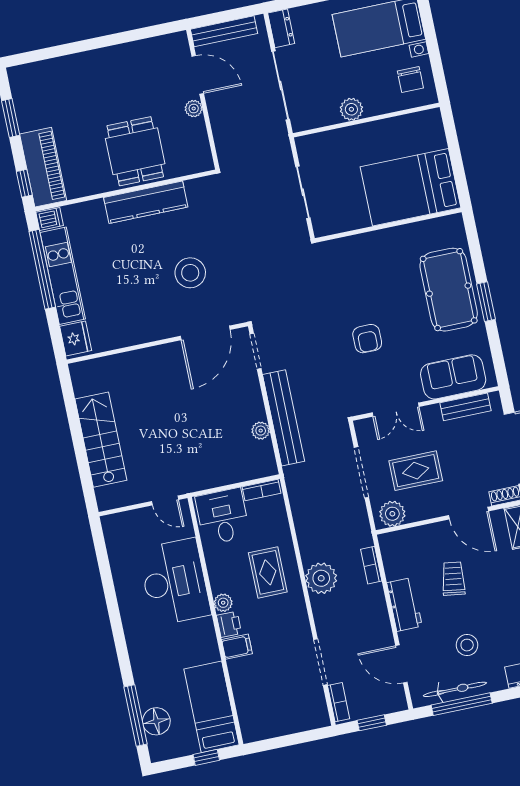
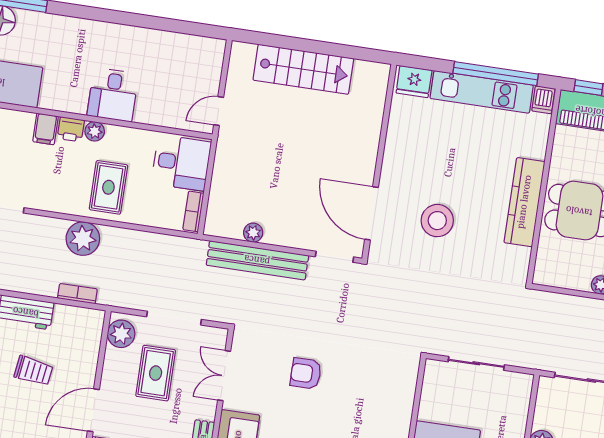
rug: (268, 572) -> (108, 187), turned 90
desk: (175, 582) -> (113, 95), width x0.53, depth x0.77

